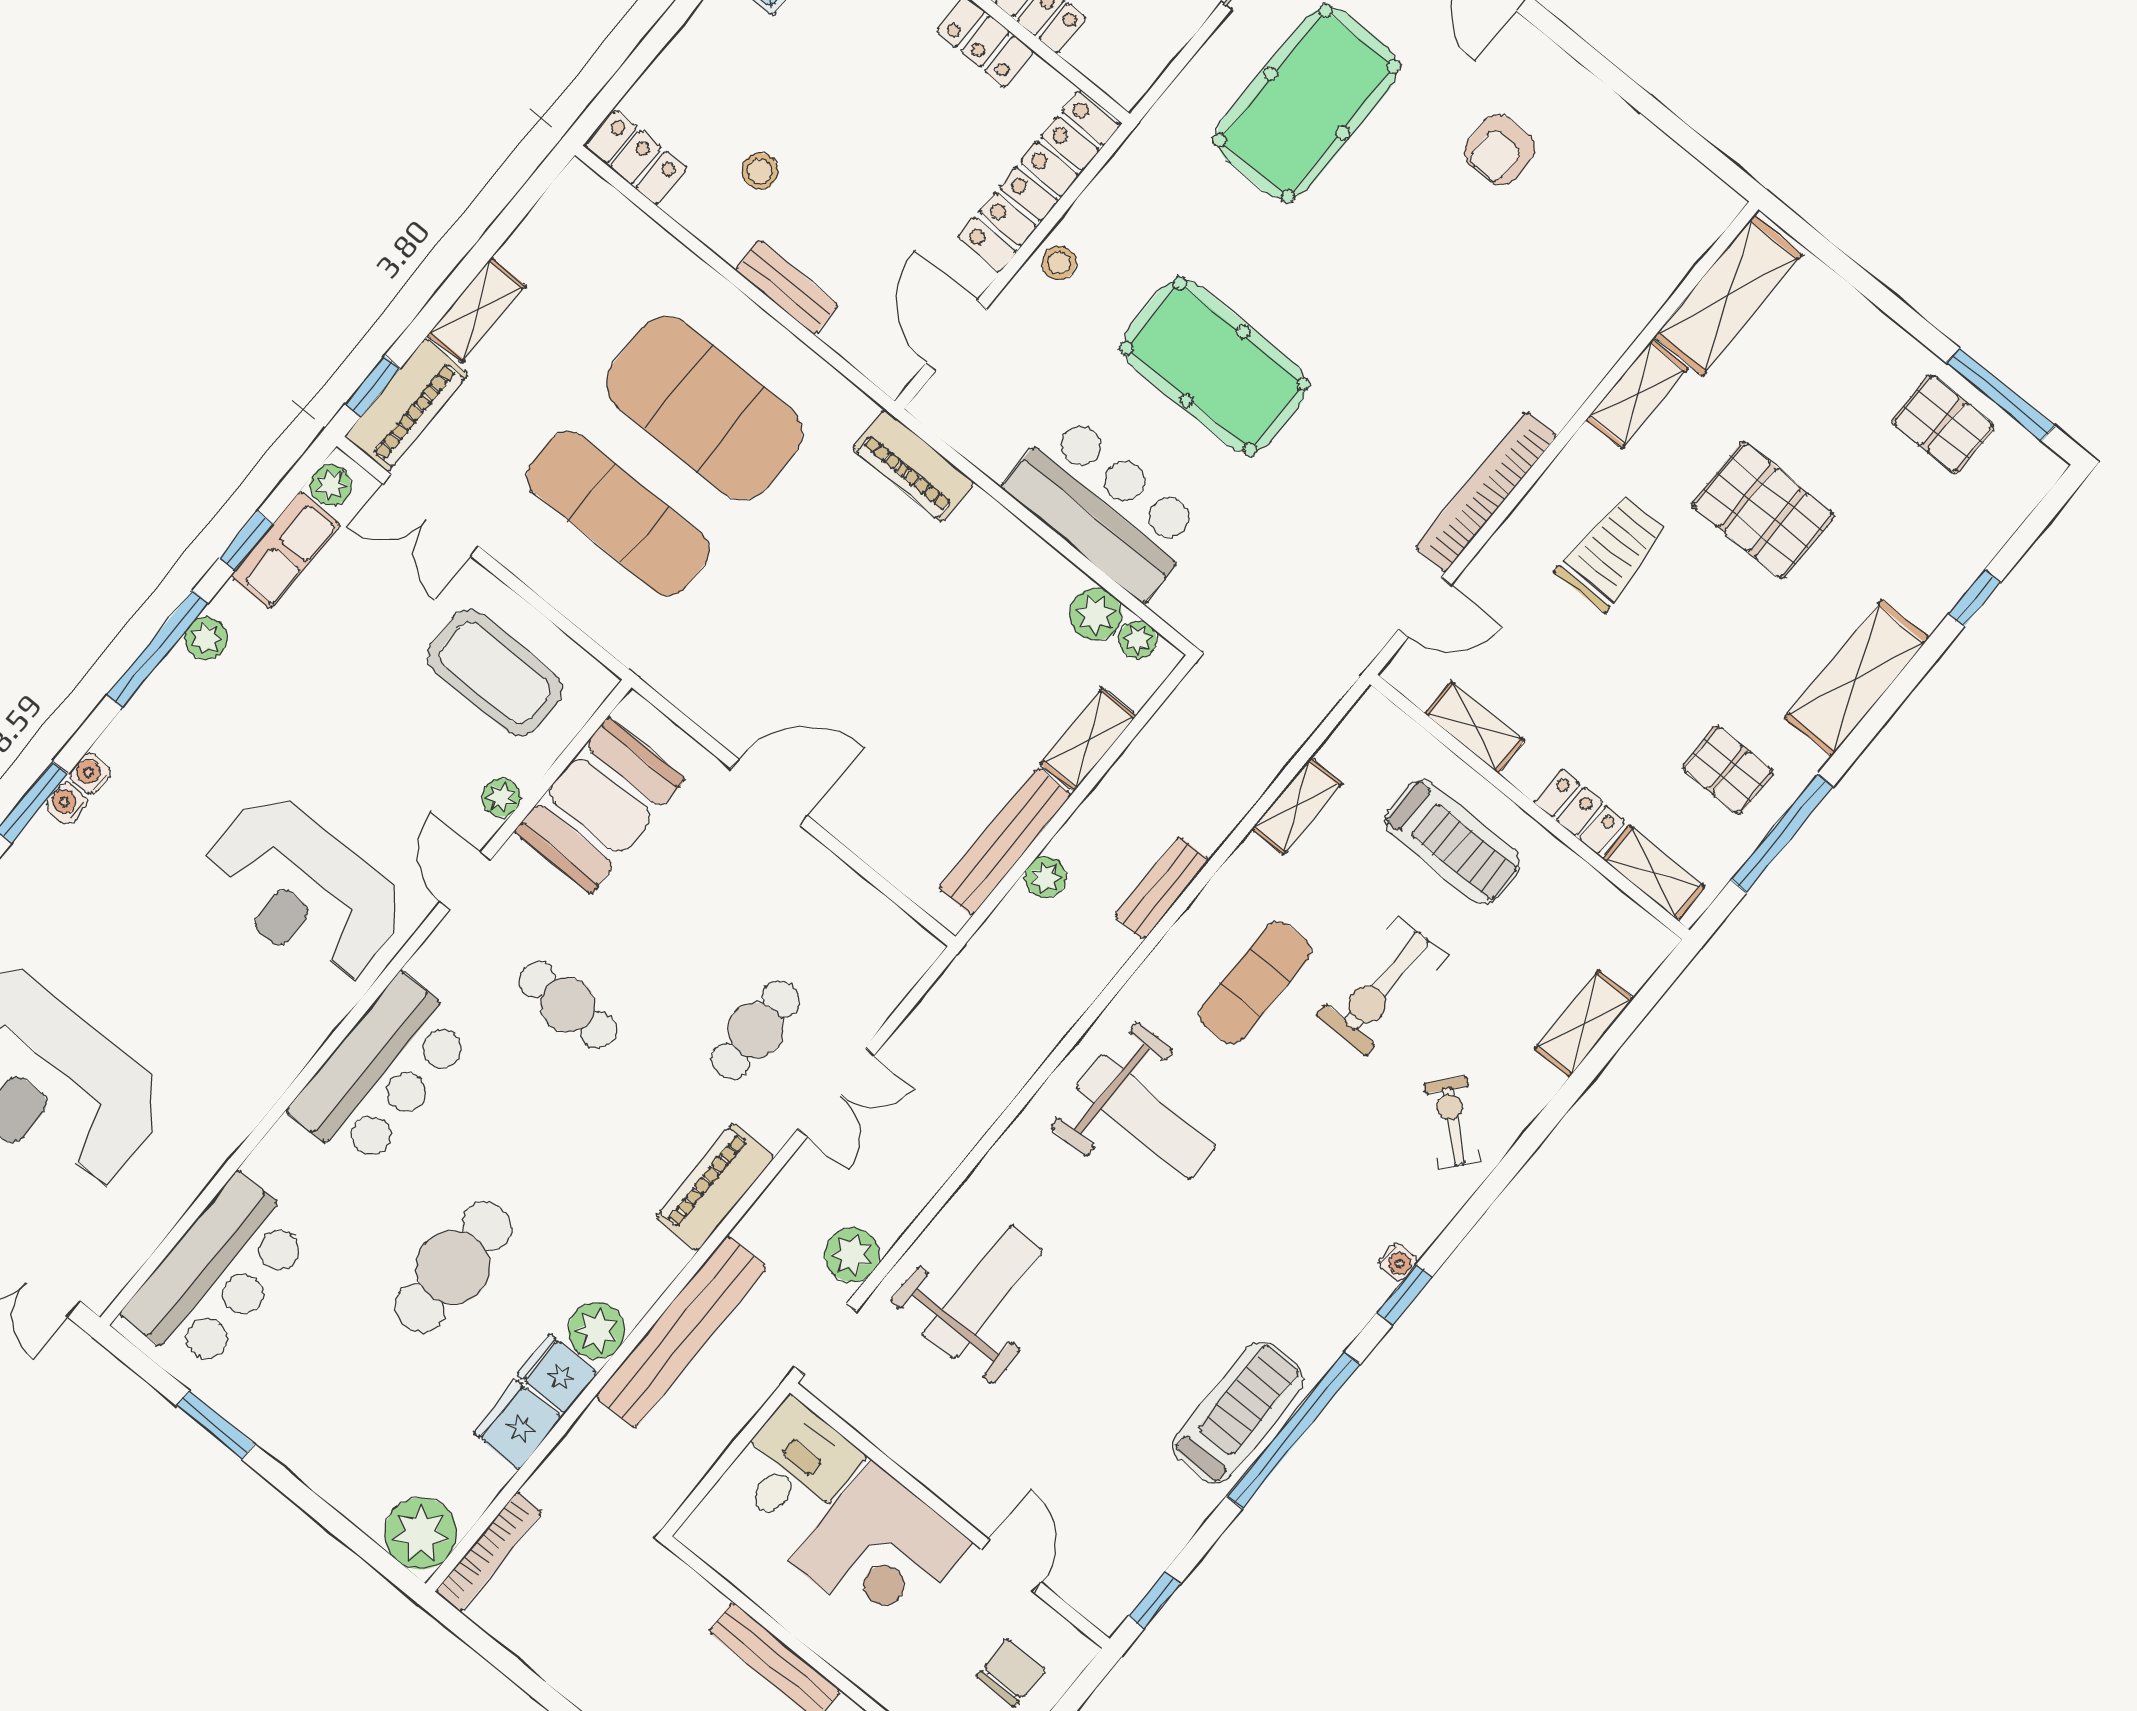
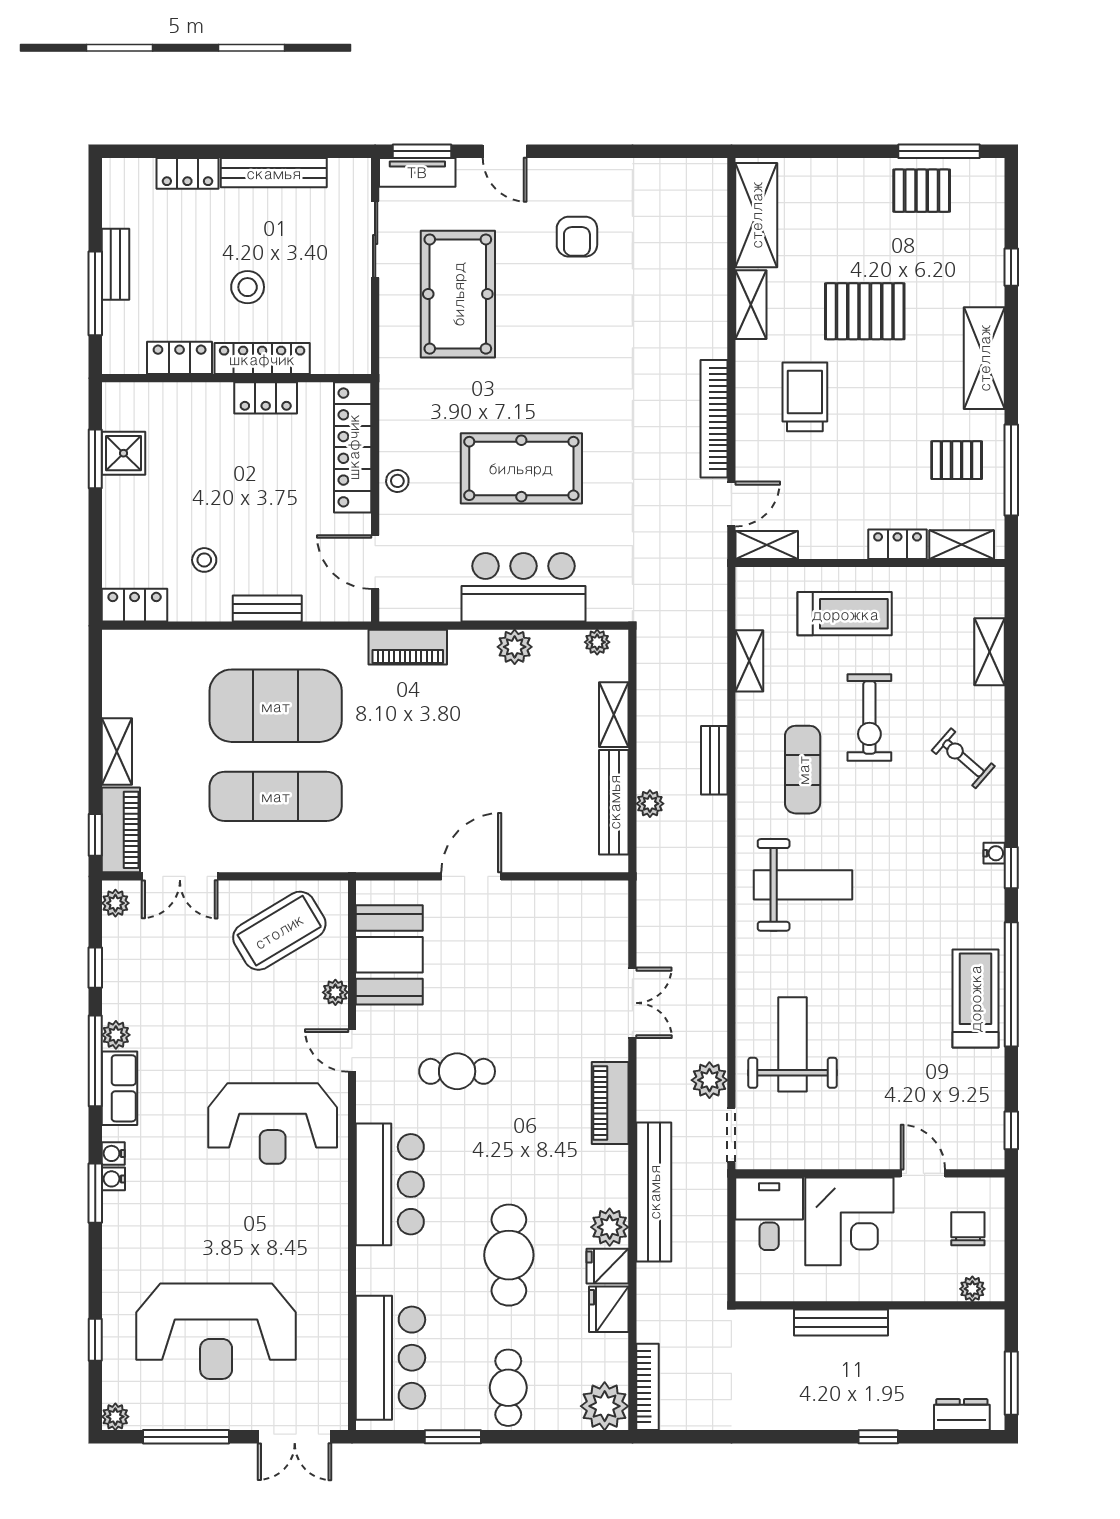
row of seats: (285, 550) -> (120, 1088), moved
plant: (1096, 614) -> (515, 647), moved
coffee table: (495, 673) -> (279, 931), turned -31
shelving: (1474, 727) -> (767, 545), moved
cafe table: (756, 1030) -> (508, 1388), moved

